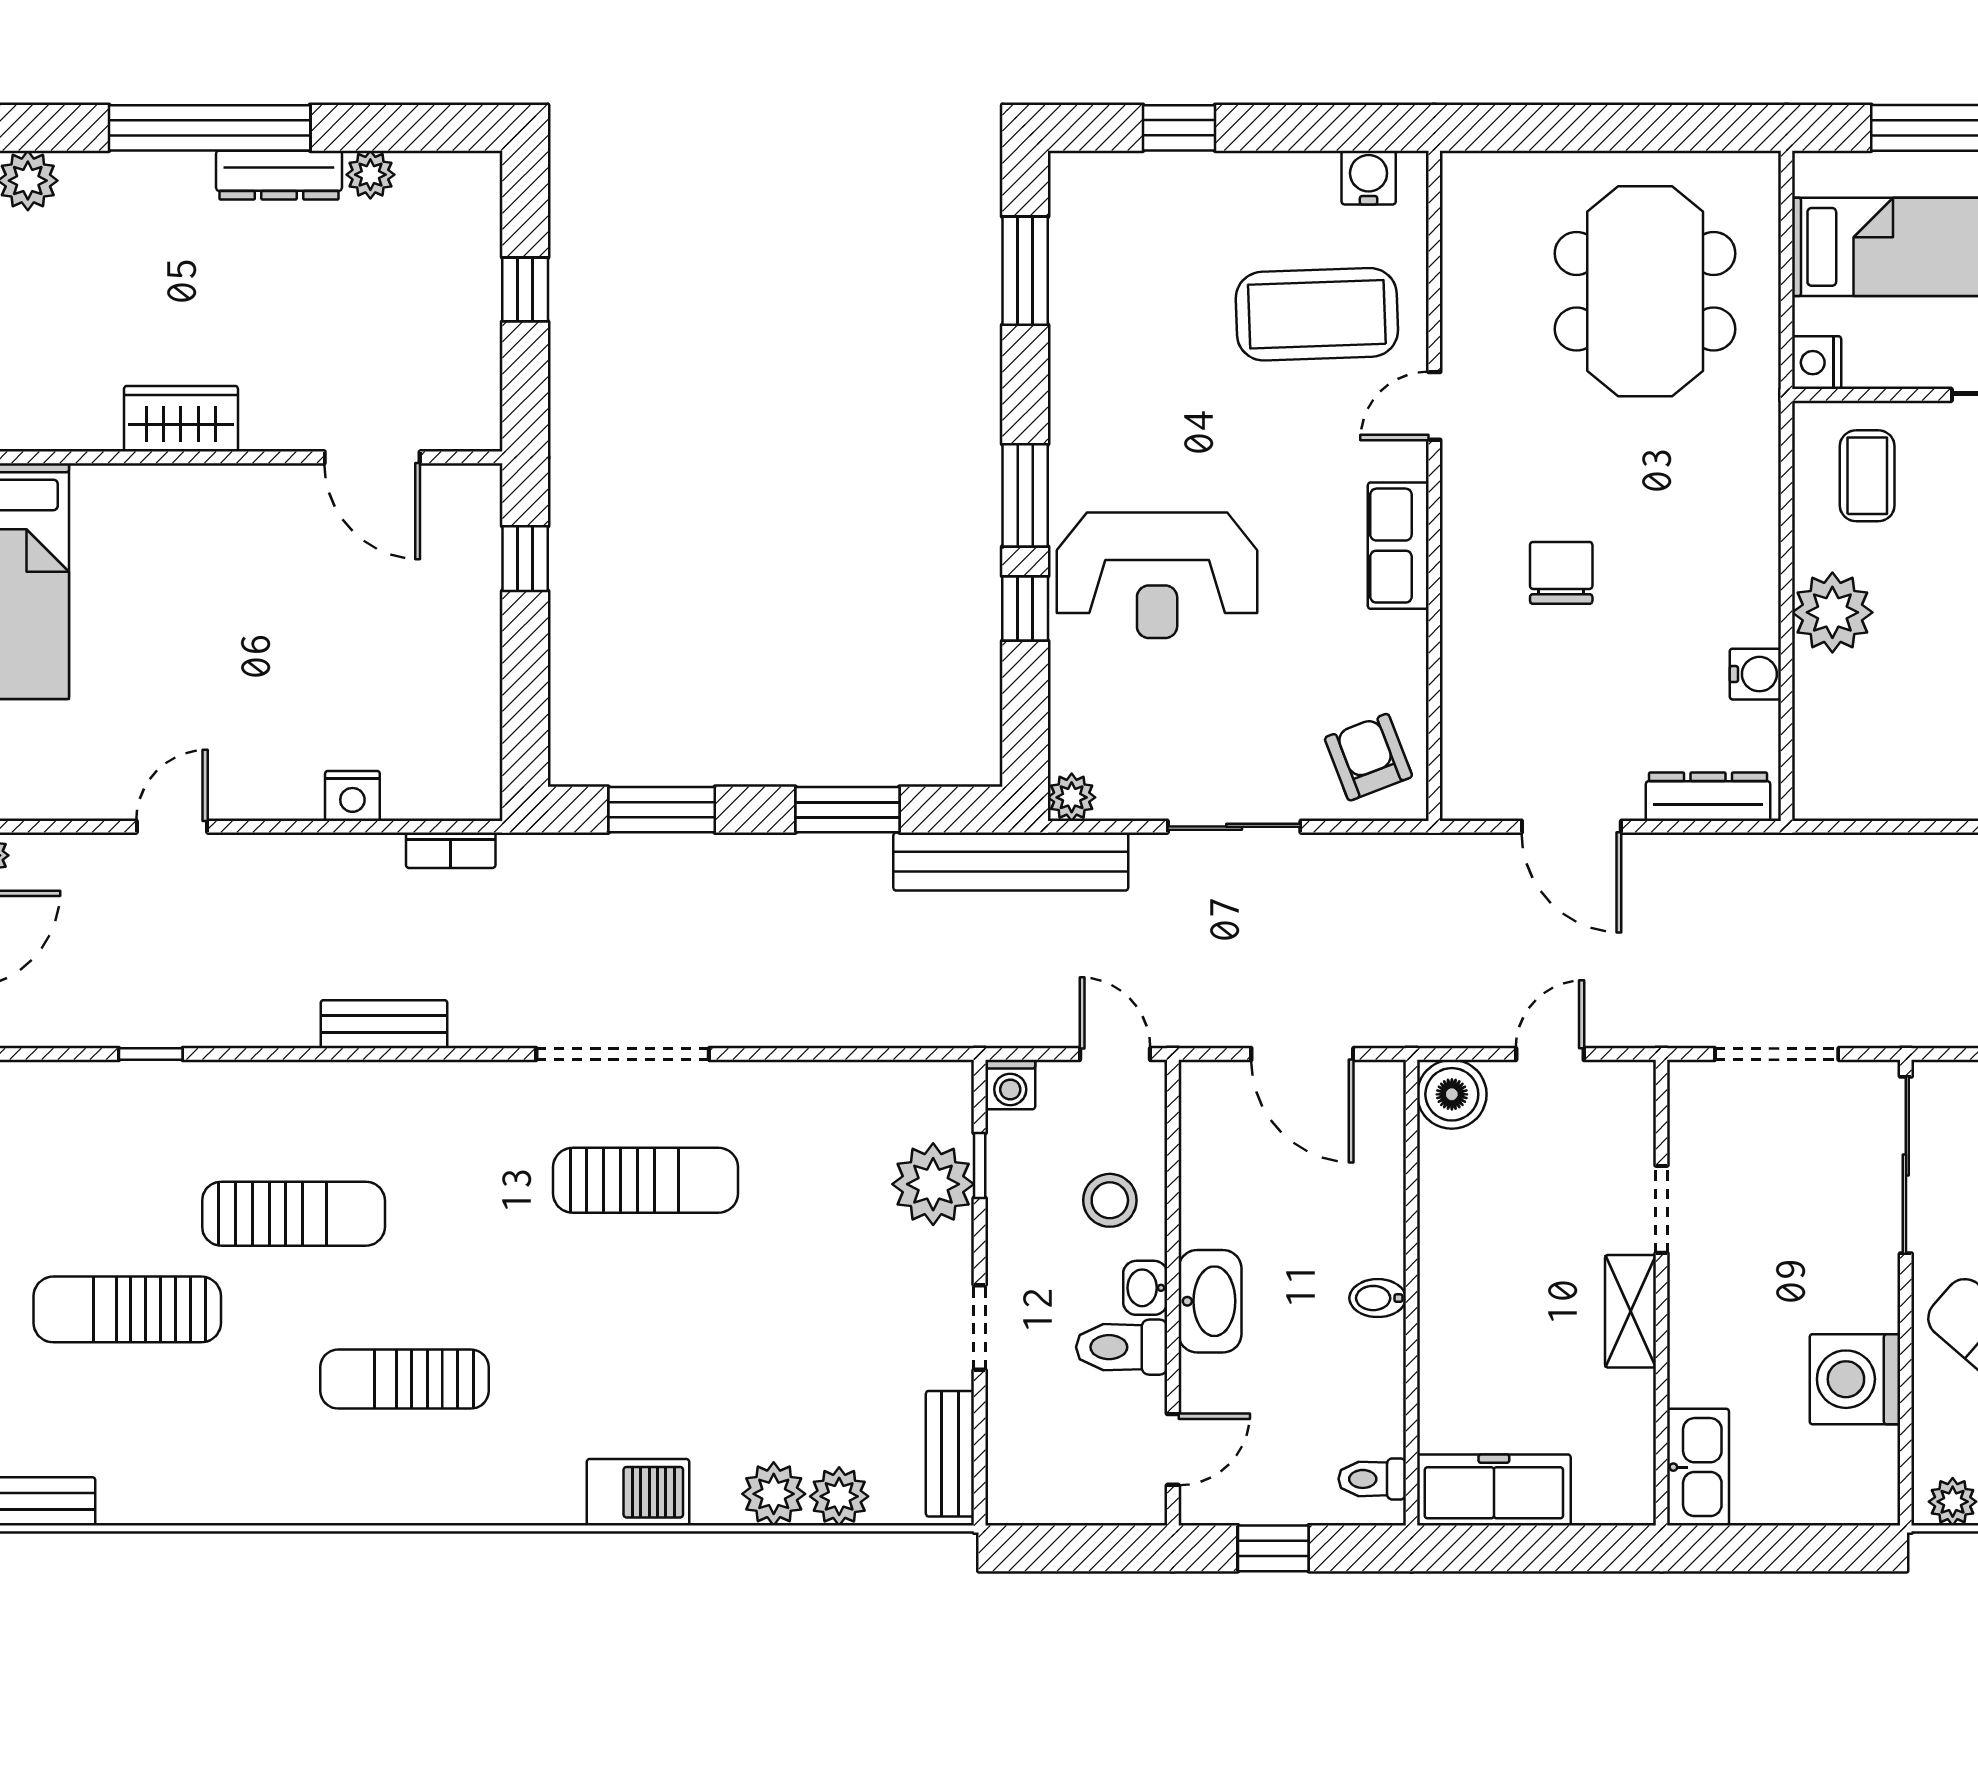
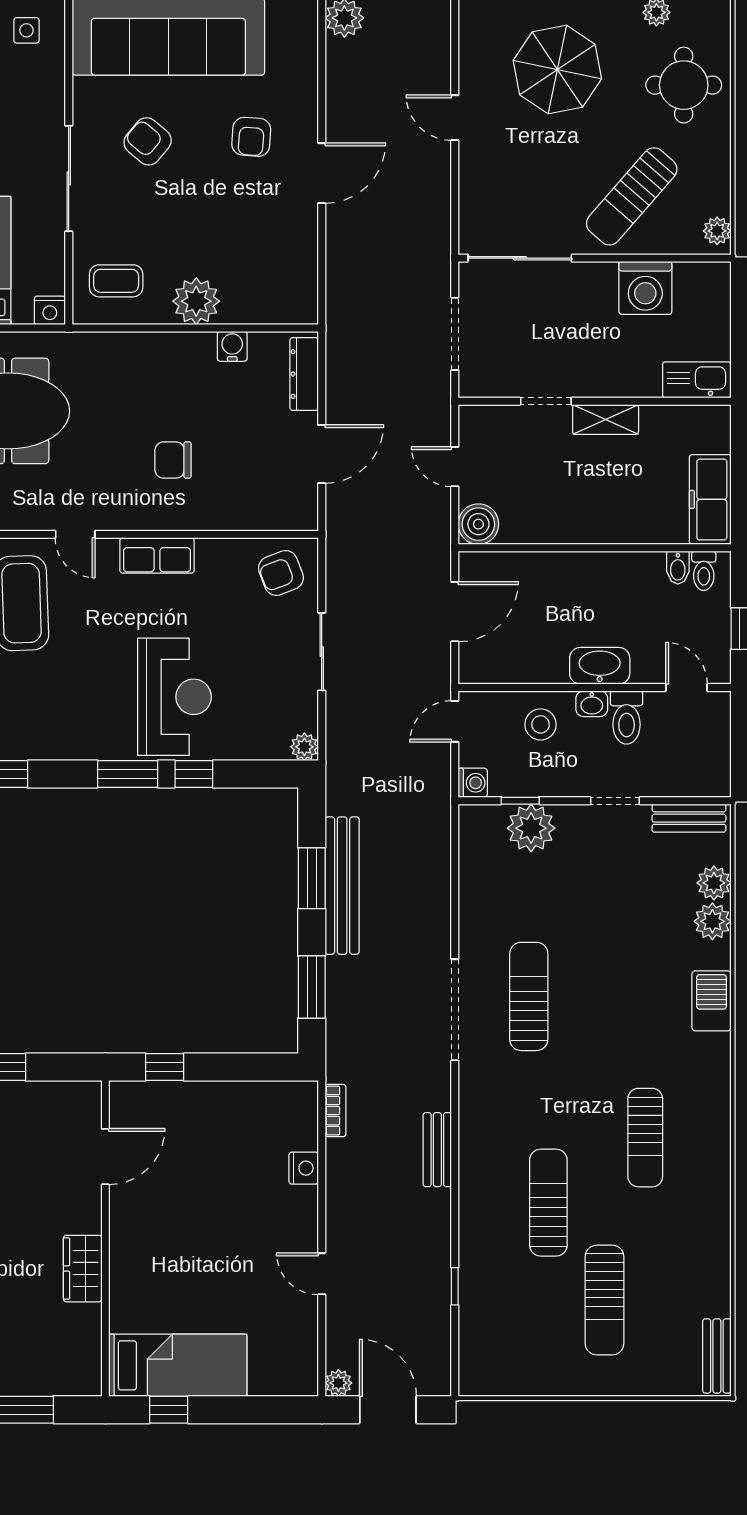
bench: (1011, 862) -> (342, 886), moved
bidet: (1378, 1298) -> (678, 568), moved

